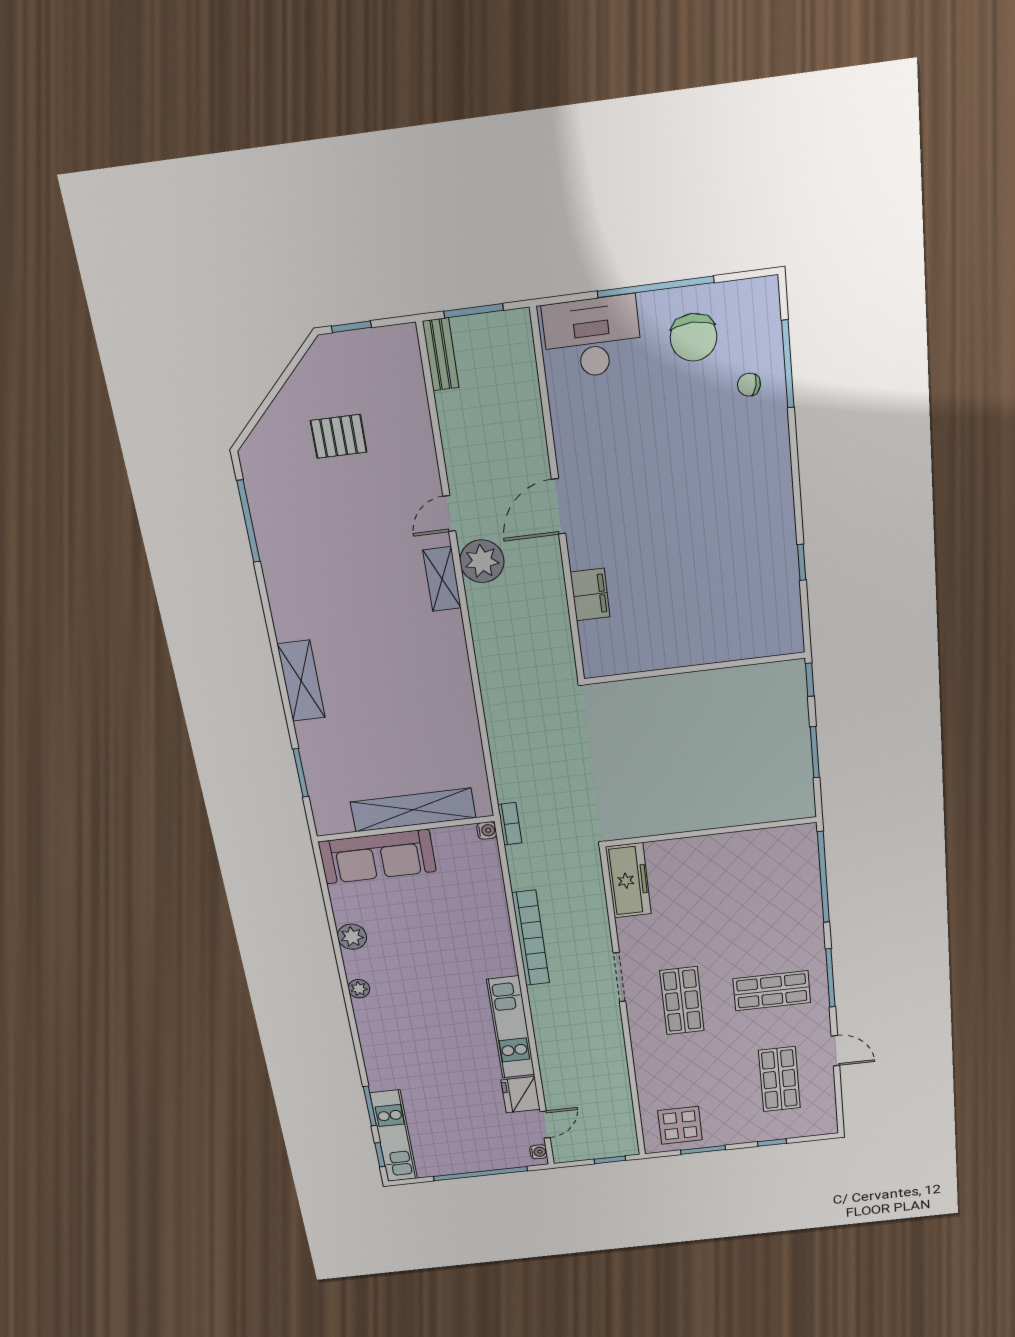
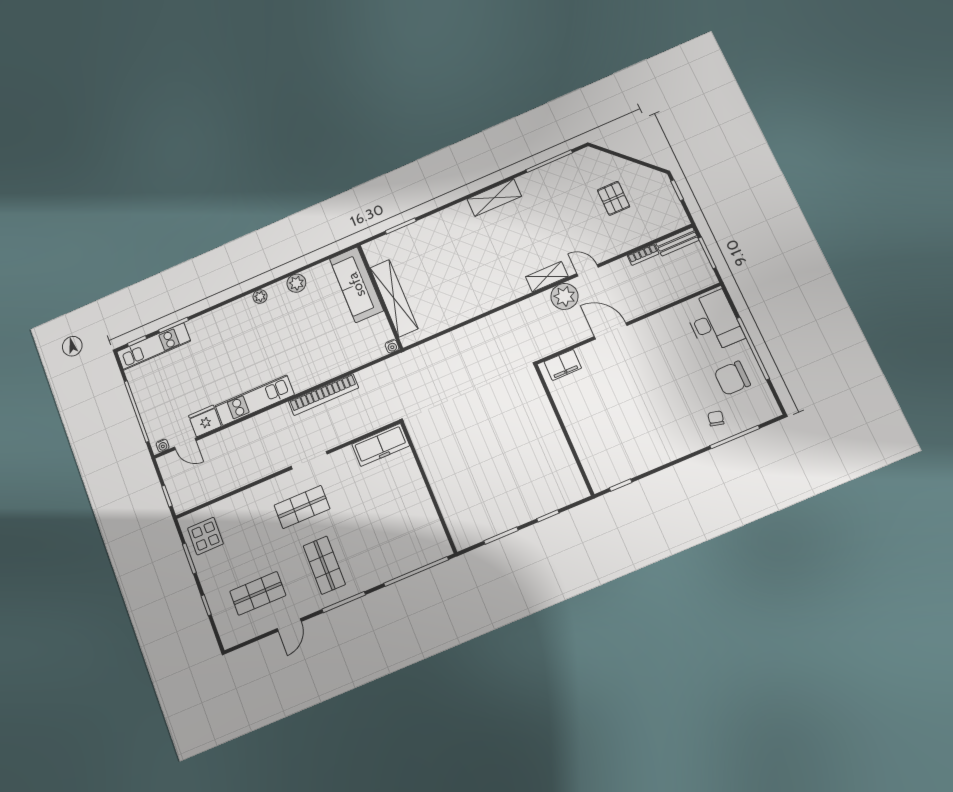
wall: (694, 668) -> (564, 429), moved
shelving: (301, 681) -> (494, 198), moved
bookcase: (510, 824) -> (643, 255), moved

